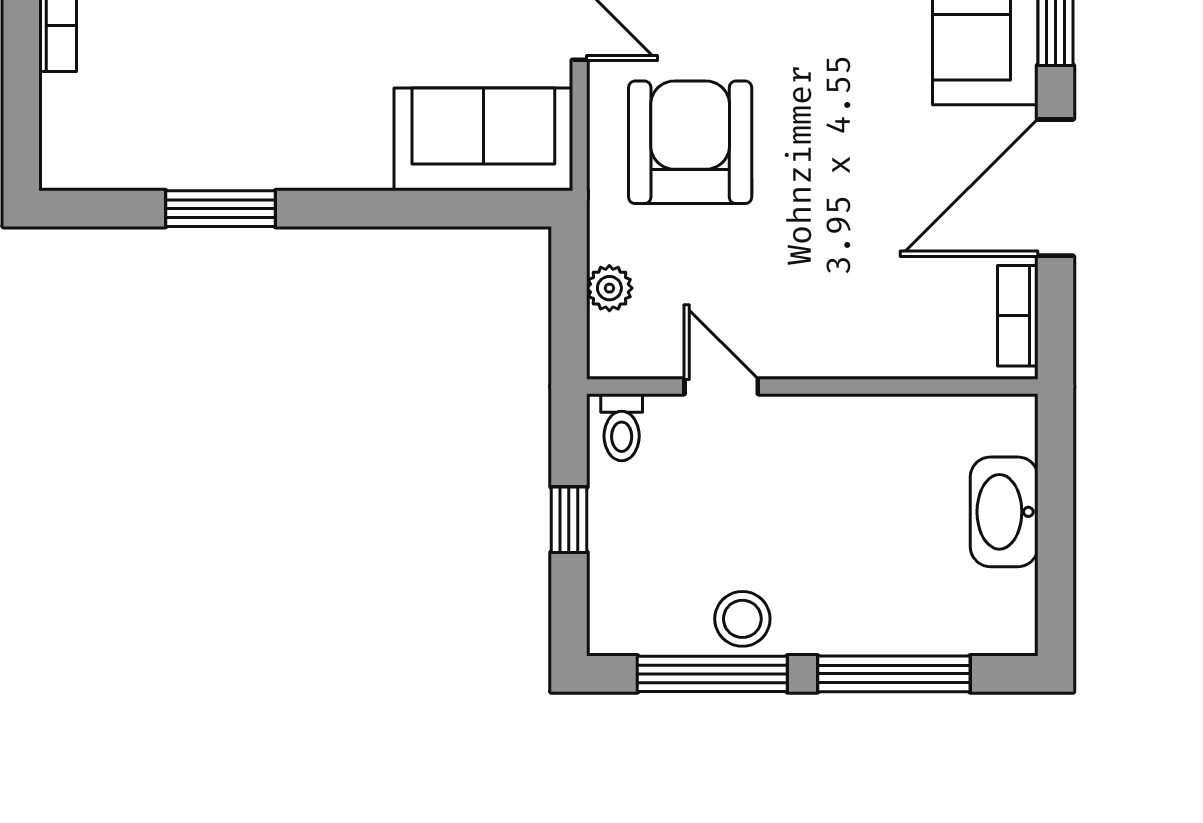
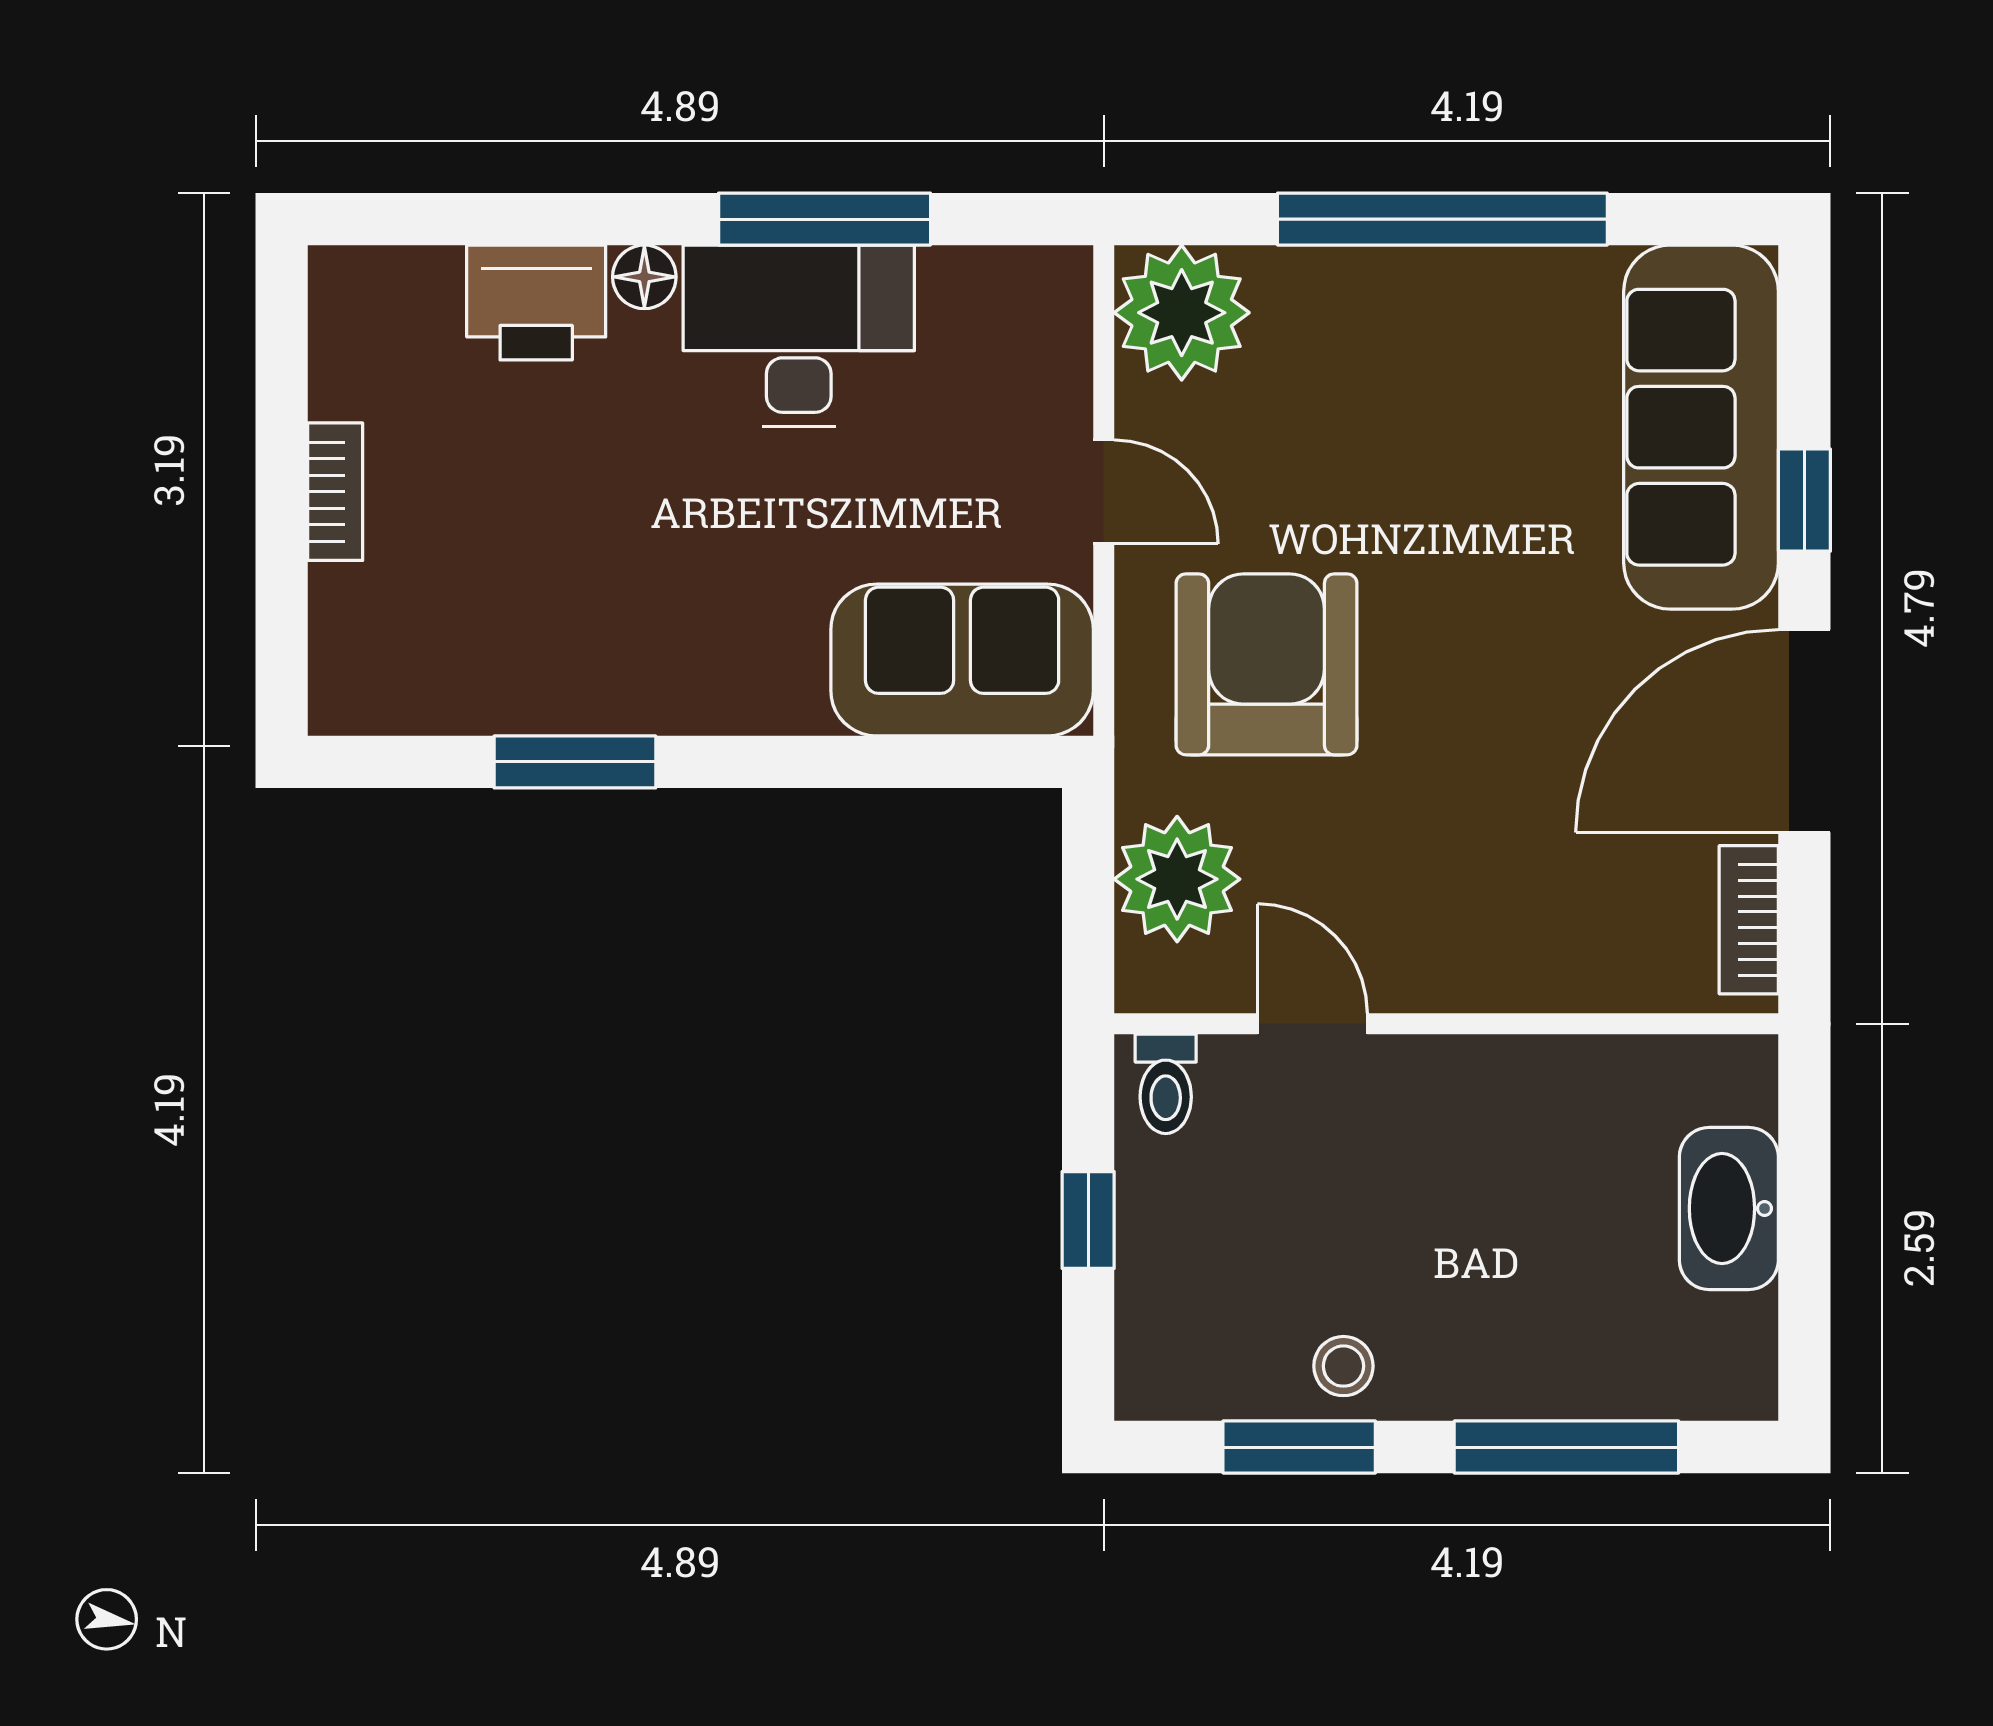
plant: (609, 288) -> (1177, 879), width x1.88, depth x1.88
stool: (742, 619) -> (1343, 1366), width x0.73, depth x0.73
window: (712, 674) -> (1299, 1447), width x0.69

